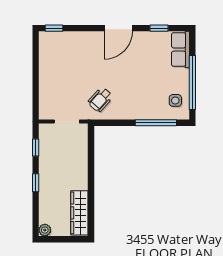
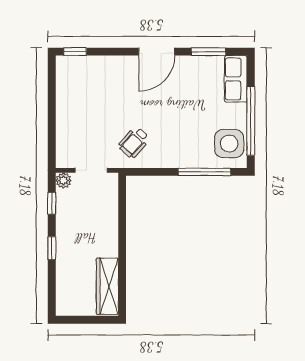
window: (159, 28) -> (209, 52), width x1.50
side table: (175, 100) -> (229, 144), width x1.87, depth x1.87
plant: (45, 230) -> (63, 180), moved

